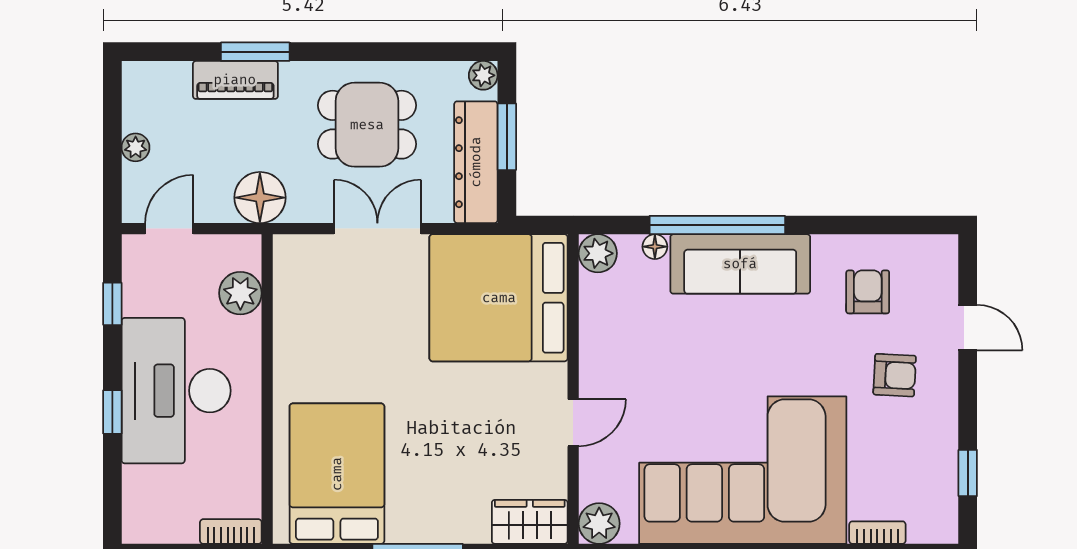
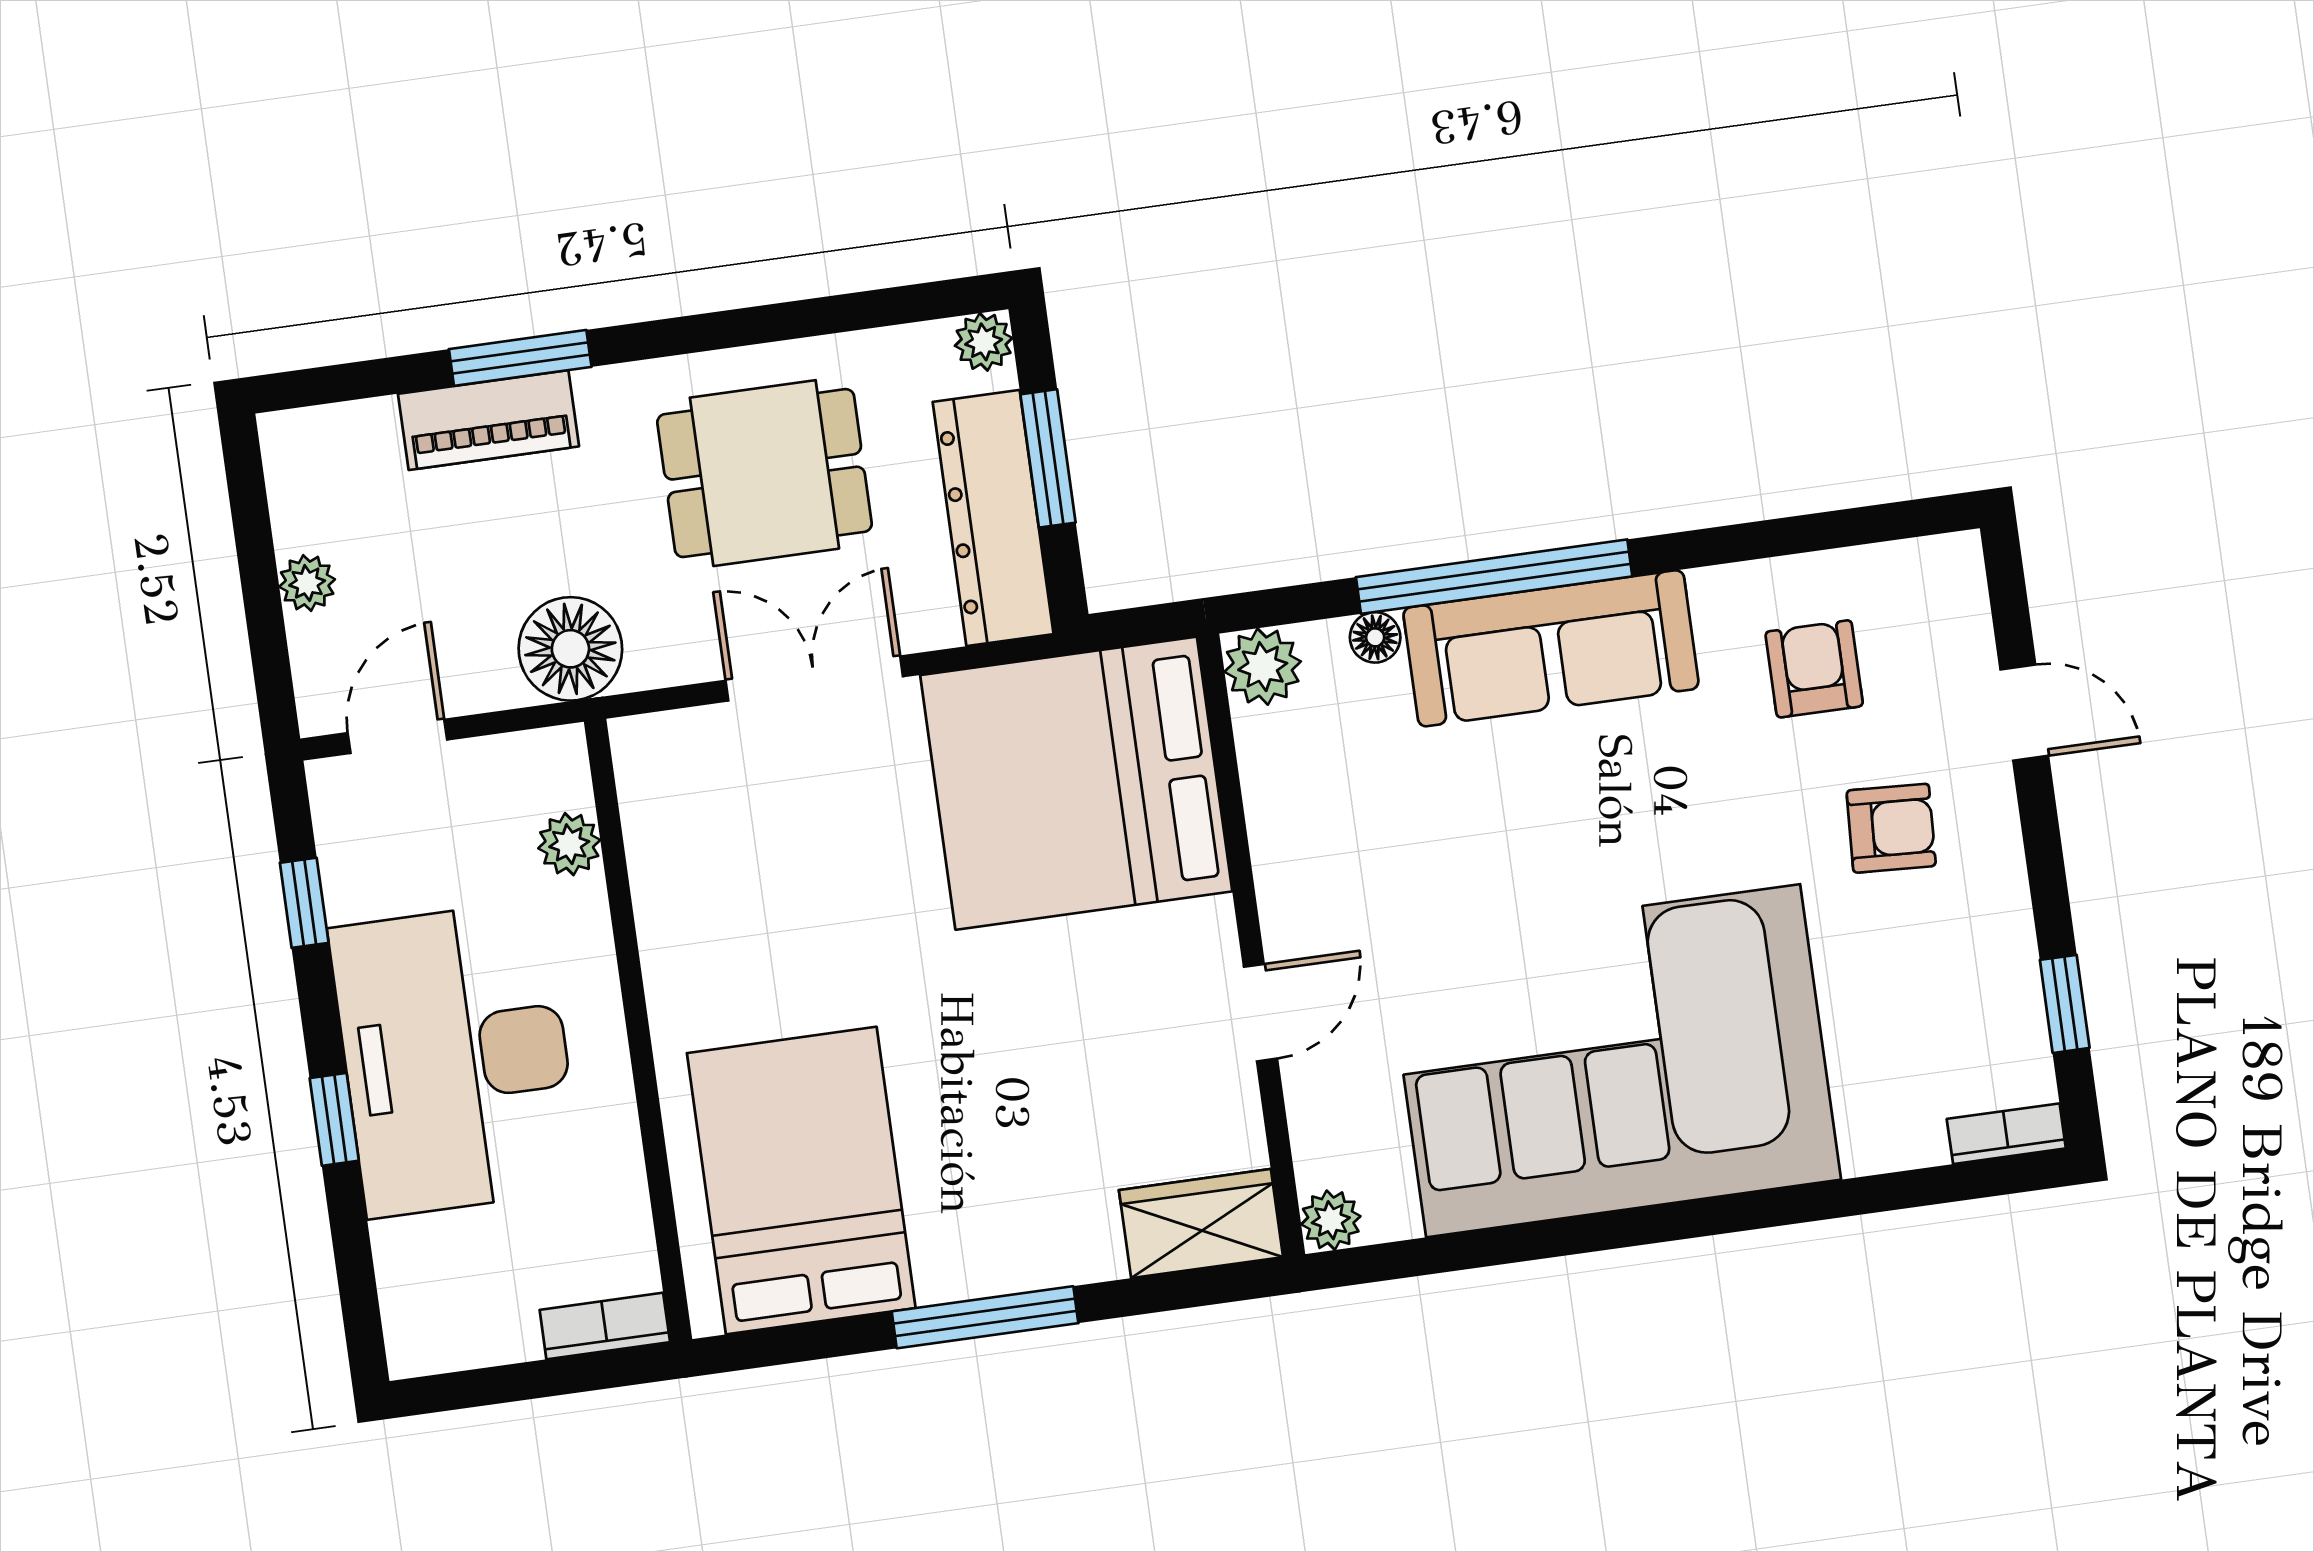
plant: (240, 293) -> (569, 844), width x0.73, depth x0.73
plant: (599, 523) -> (1331, 1220), width x0.73, depth x0.73
bookcase: (877, 533) -> (2006, 1134), moved

